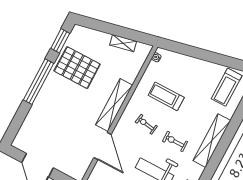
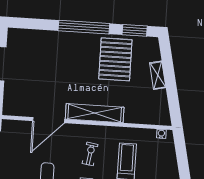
shelving: (123, 43) -> (158, 75), moved

